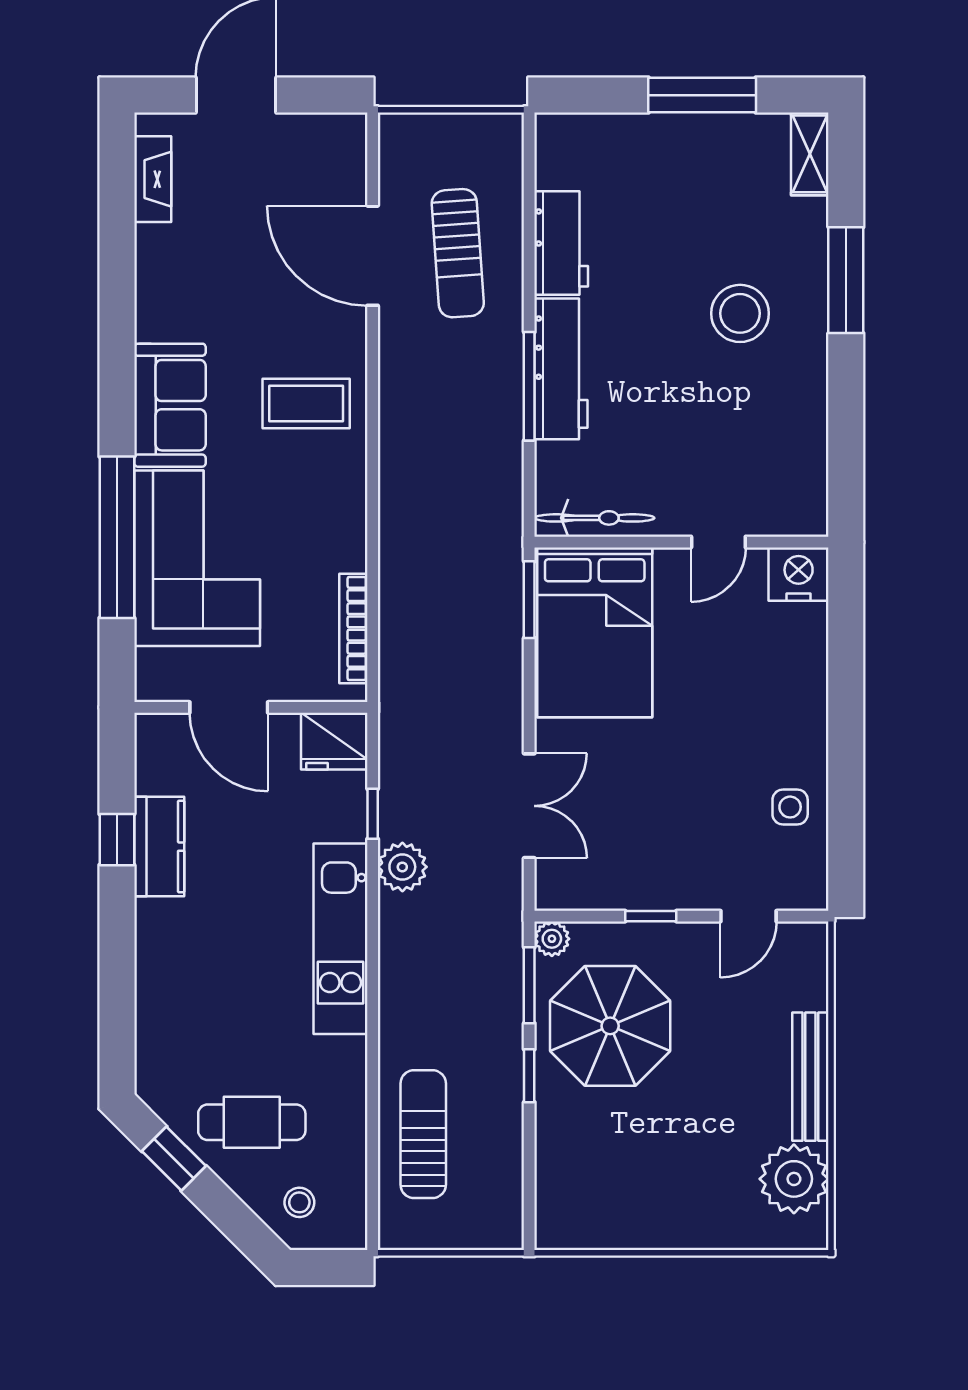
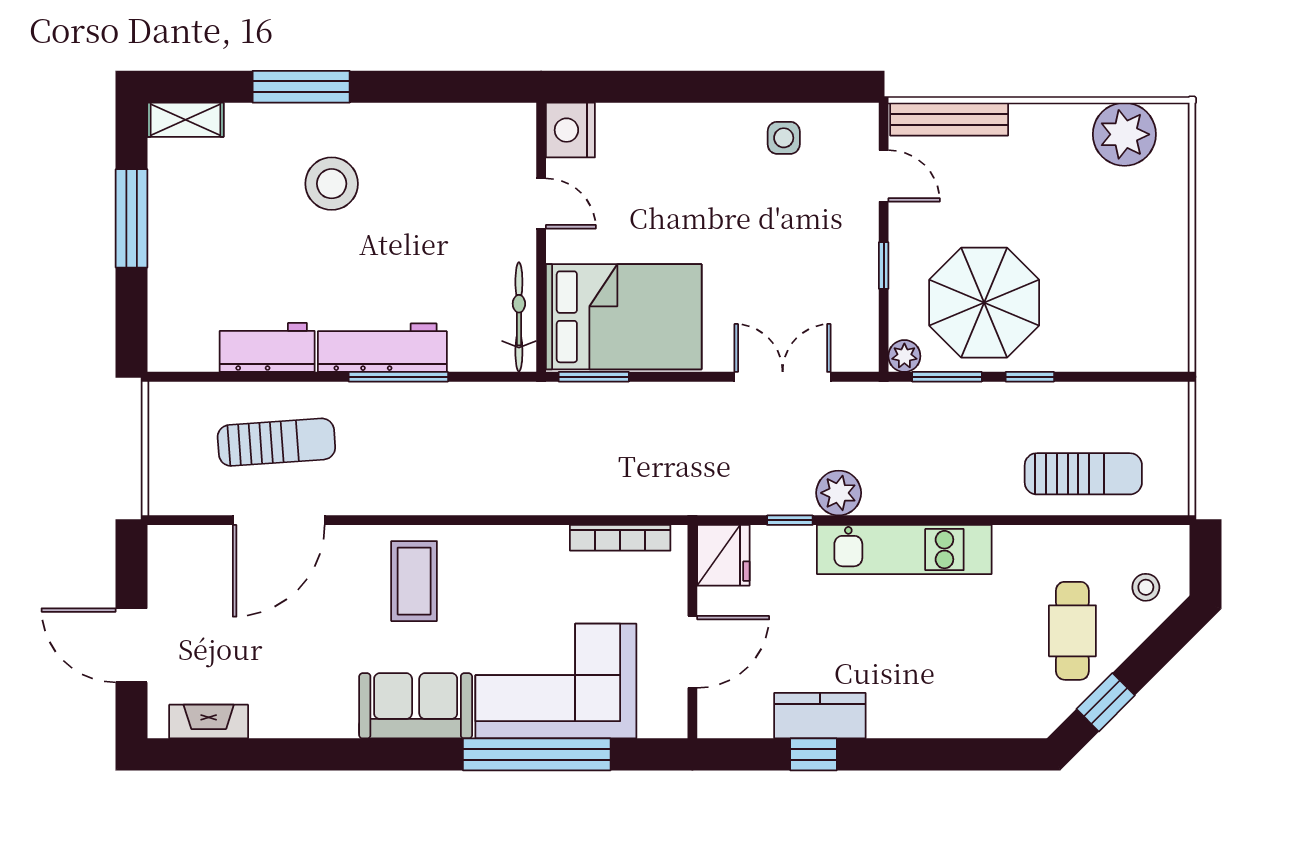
bench: (810, 1077) -> (949, 119), moved
sun lounger: (423, 1134) -> (1083, 474), turned 180

